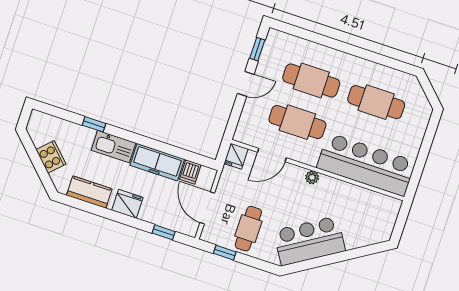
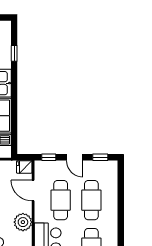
window: (234, 119) -> (49, 157), added
window: (94, 124) -> (14, 53), moved
plant: (312, 177) -> (23, 222), width x1.88, depth x1.88

